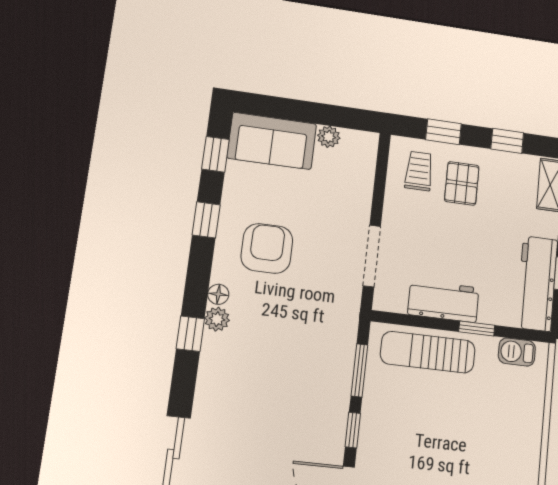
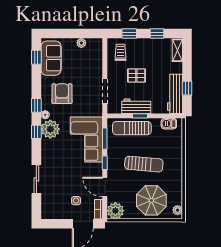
sofa: (272, 141) -> (51, 58), moved, turned -90
pallet: (462, 183) -> (136, 75), moved, turned 90
window: (206, 220) -> (36, 105), moved
plant: (217, 319) -> (50, 129), width x1.88, depth x1.88
window: (477, 329) -> (140, 116), moved
corner sofa: (314, 367) -> (86, 140), added
sun lounger: (448, 444) -> (144, 164), added

